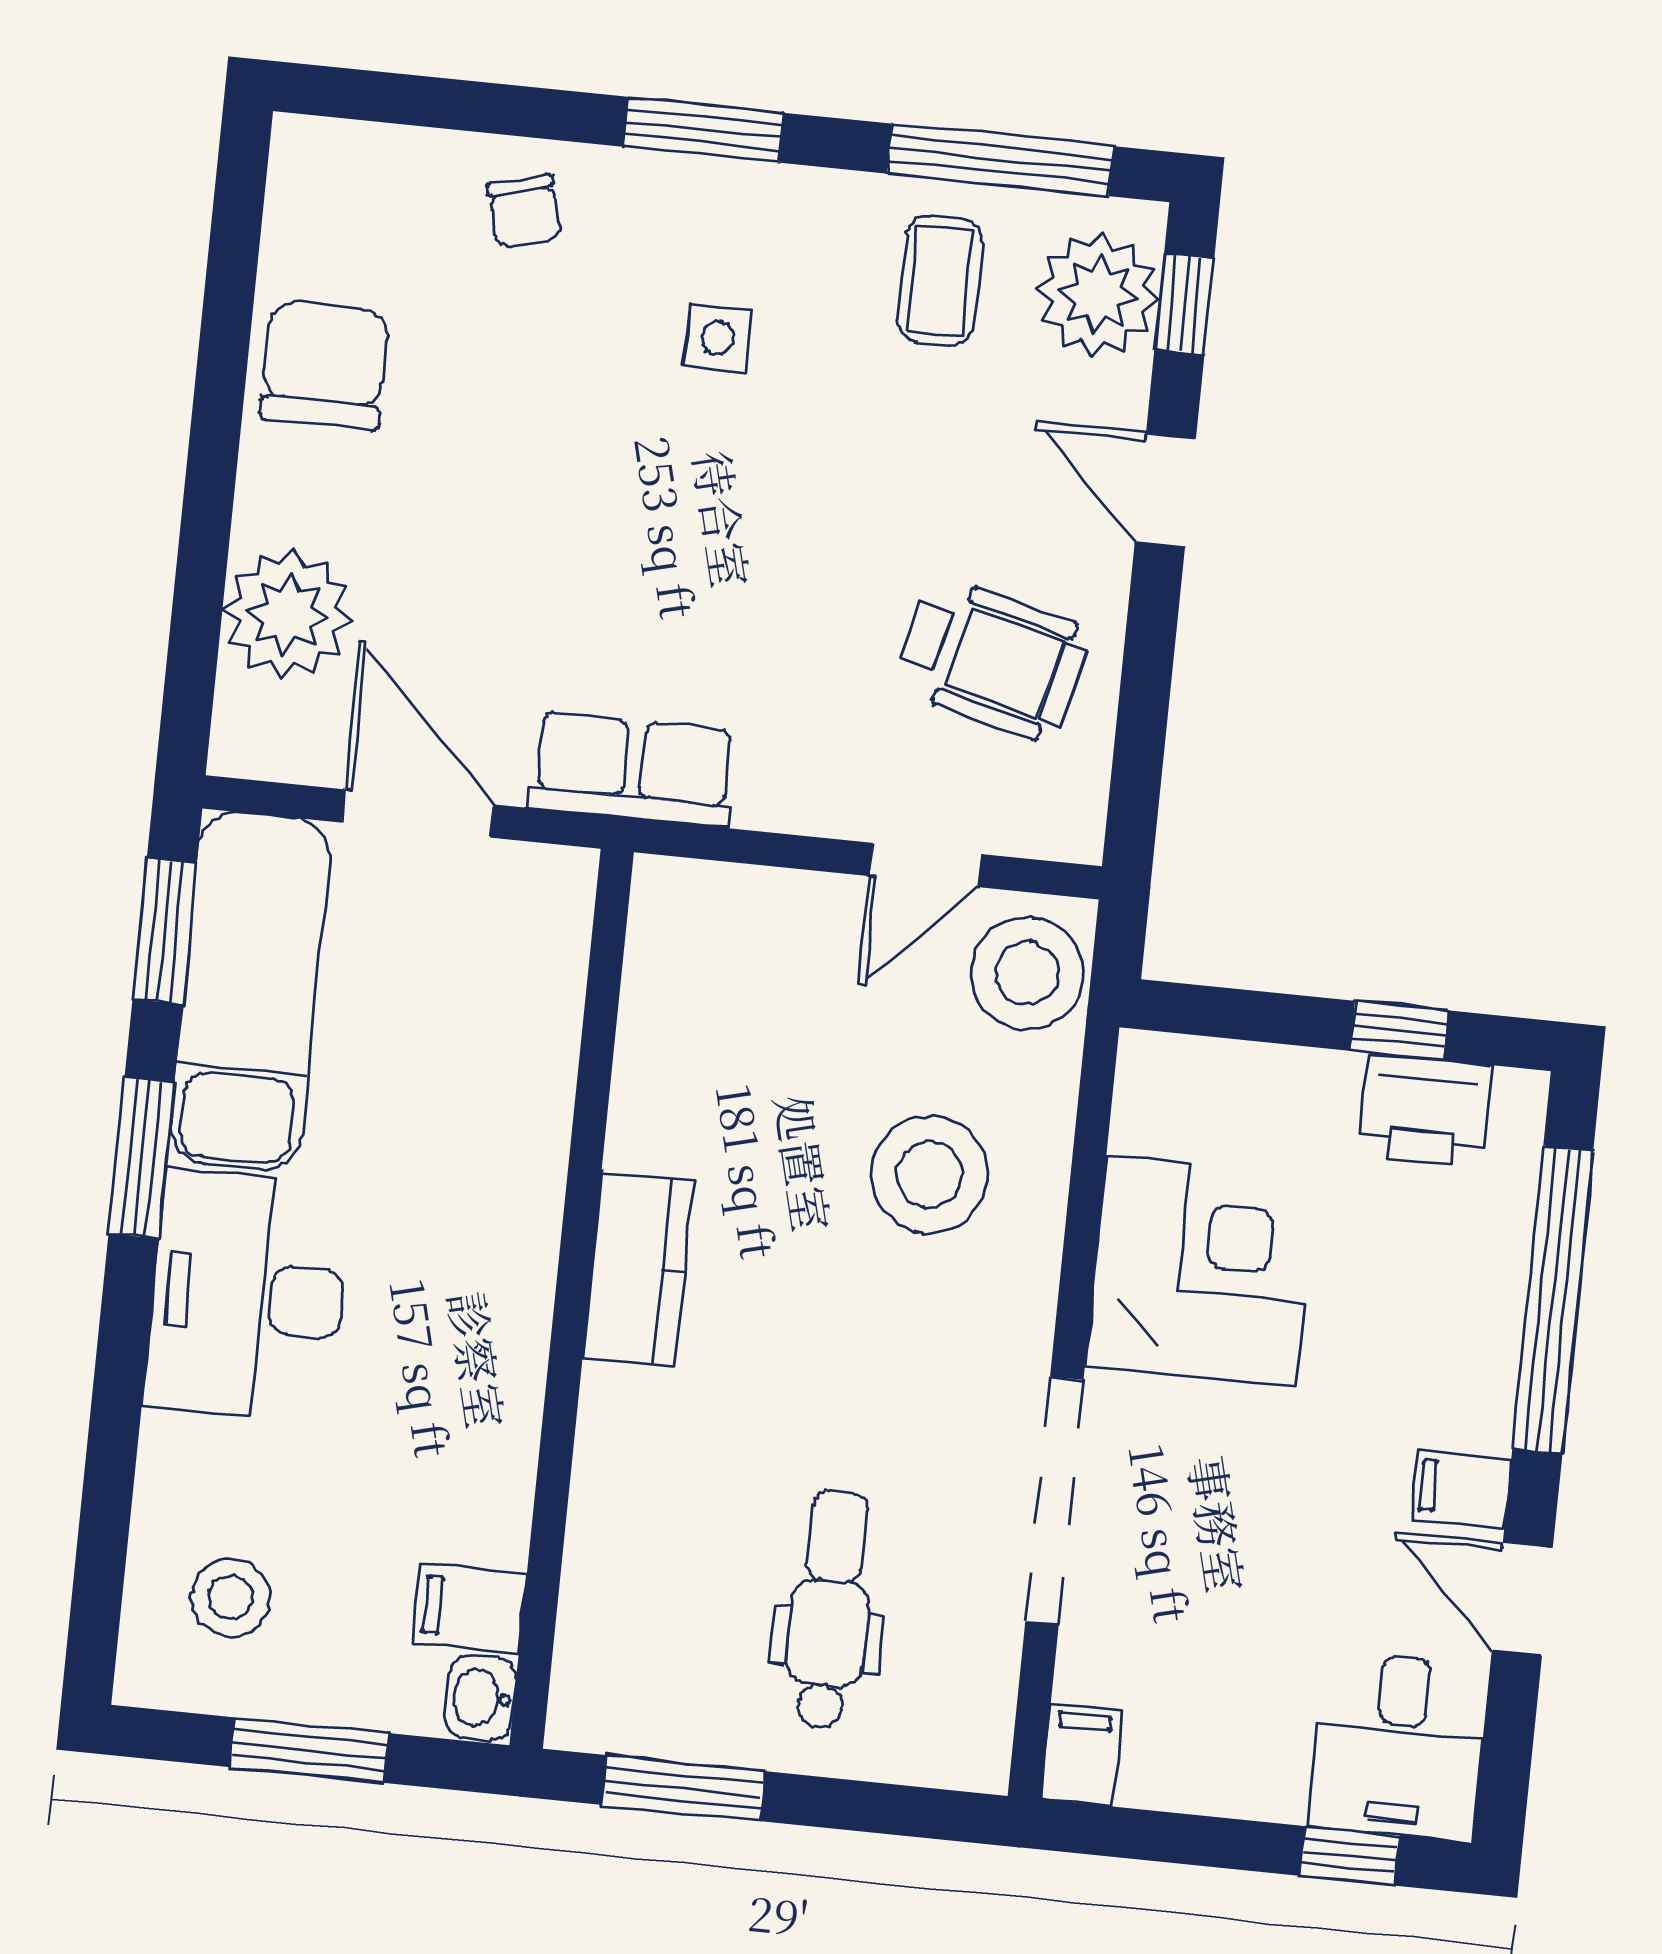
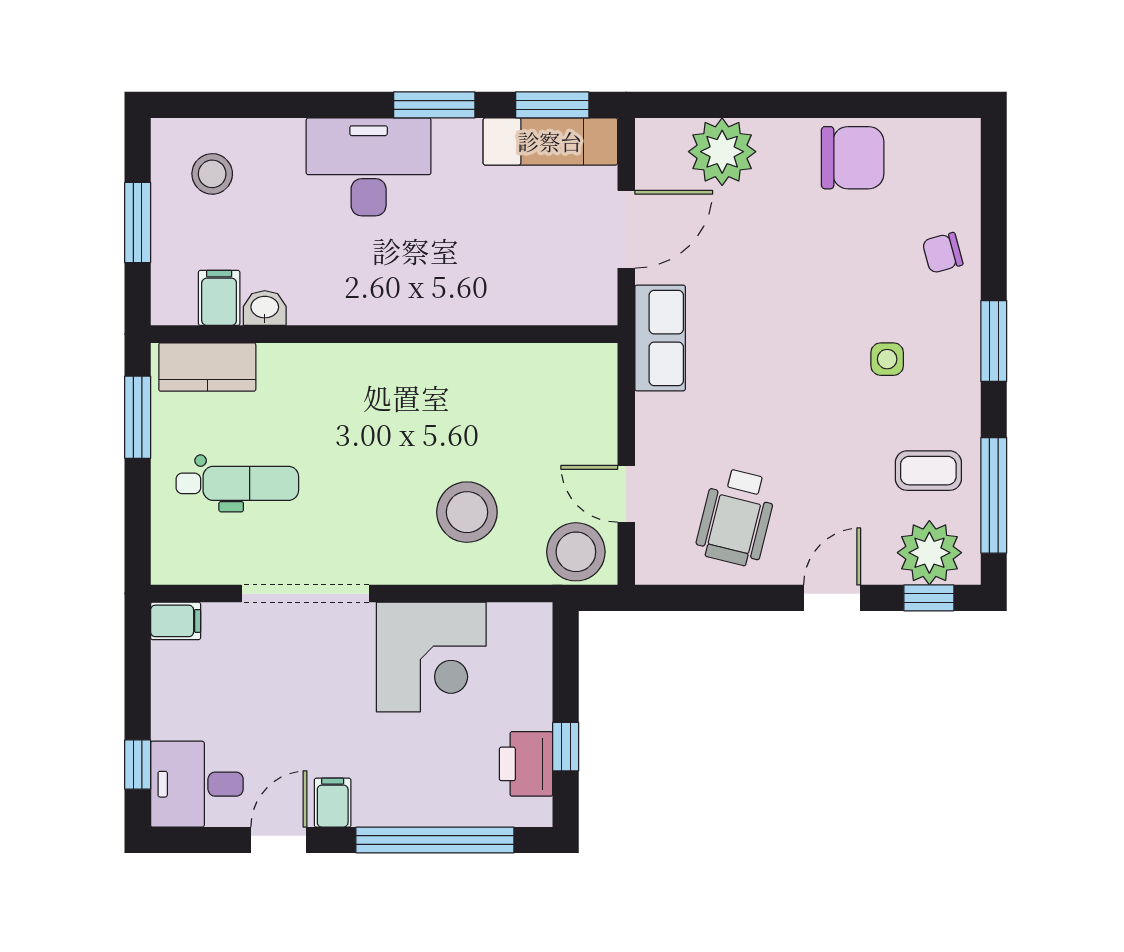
exam couch: (250, 991) -> (550, 141), width x0.73, depth x0.69
kitchen counter: (639, 1269) -> (207, 367), moved
washbasin: (481, 1698) -> (265, 308), moved

